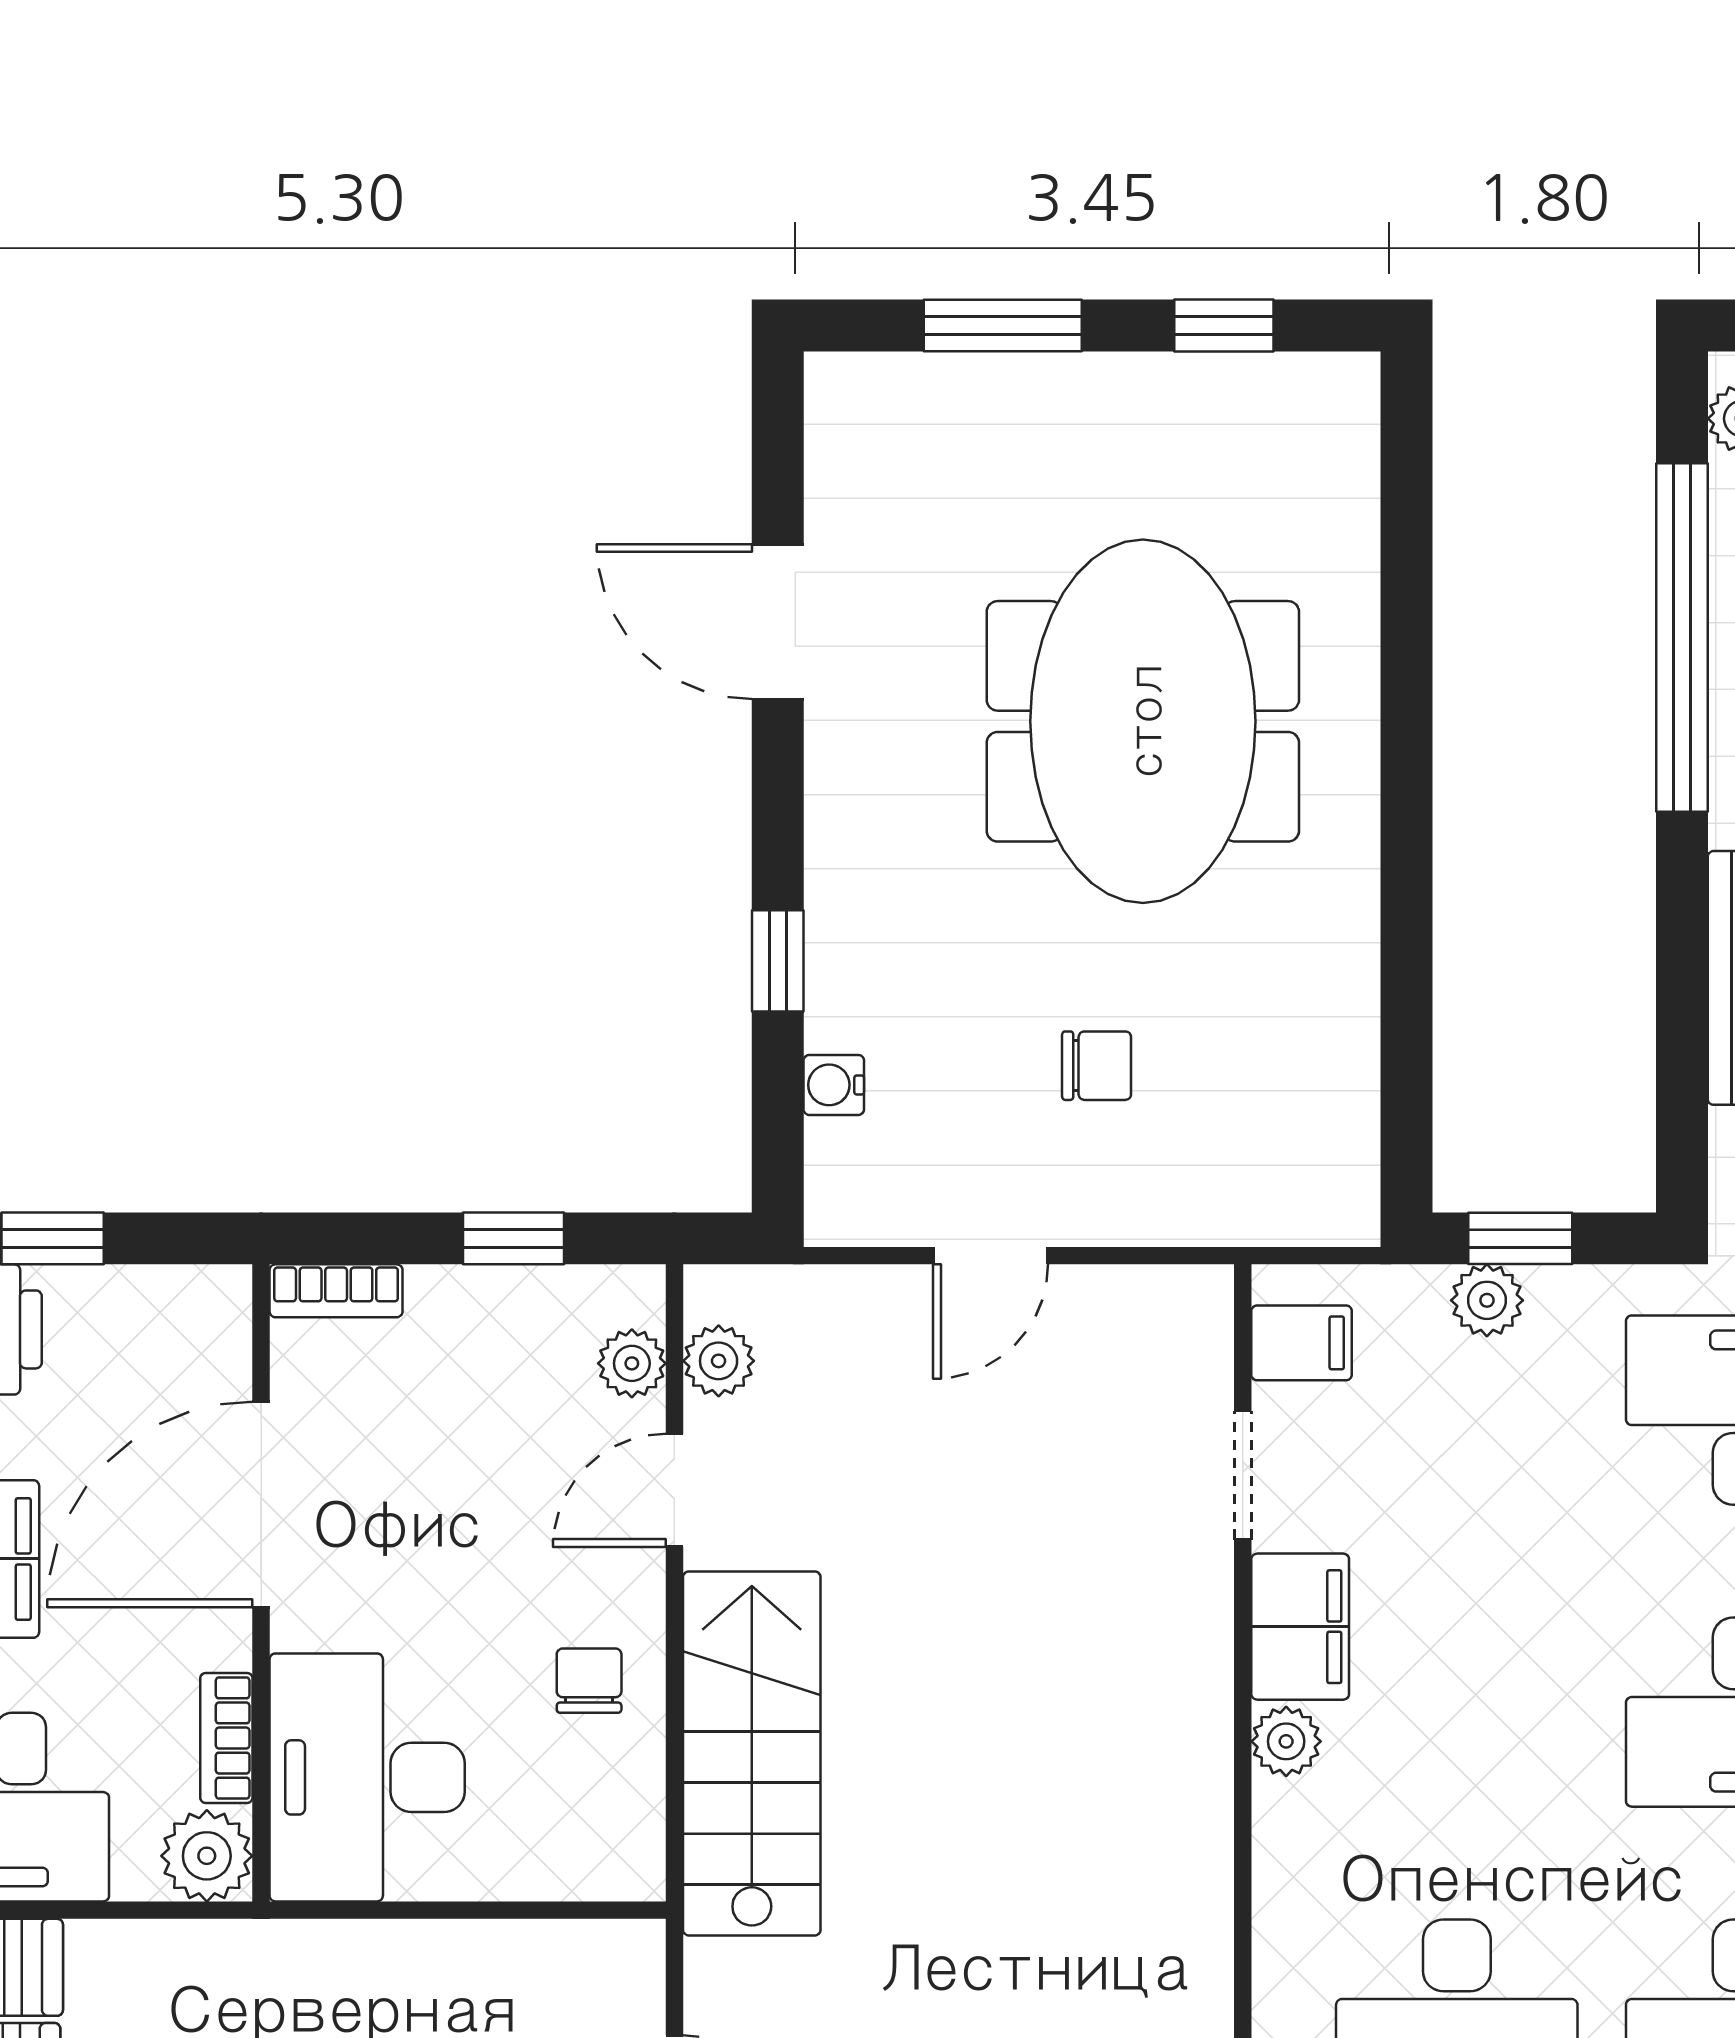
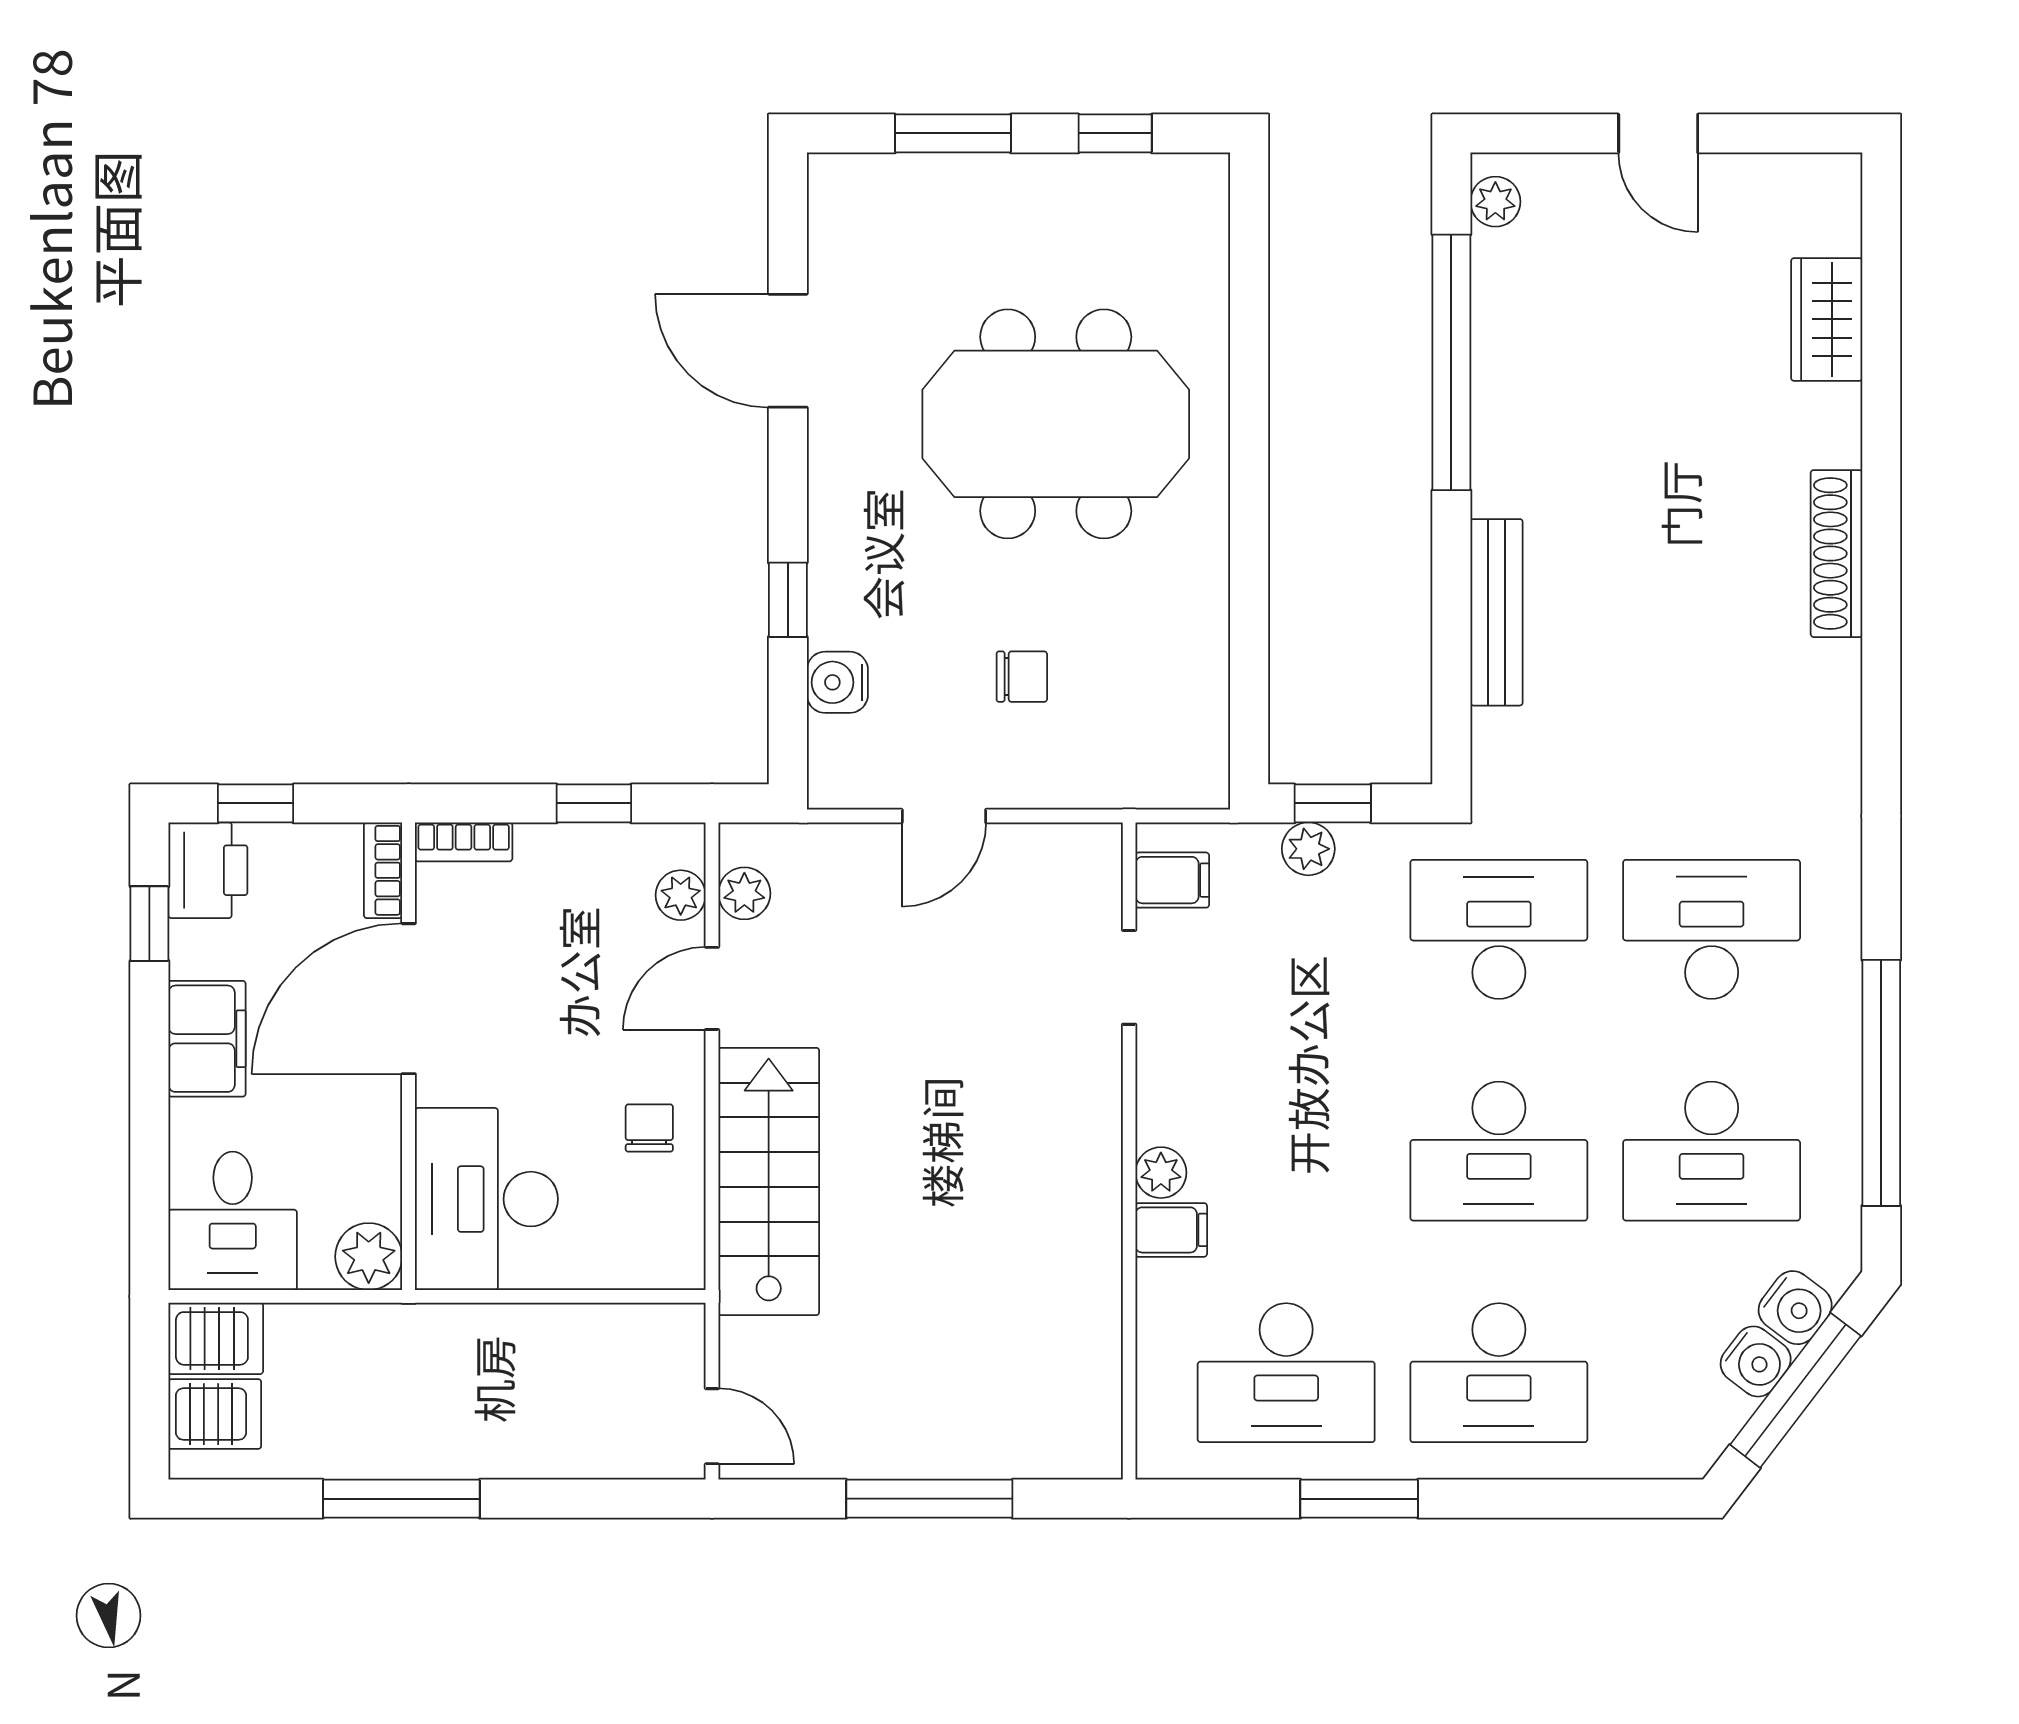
meeting table: (1143, 721) -> (1056, 424), turned 90
water cooler: (834, 1085) -> (837, 682), width x1.38, depth x1.38
filing cabinet: (1300, 1627) -> (1171, 1230), moved, width x0.50
bookcase: (226, 1738) -> (383, 870), moved

